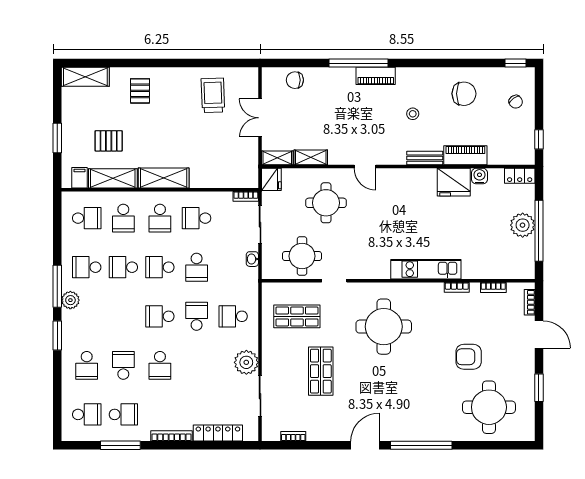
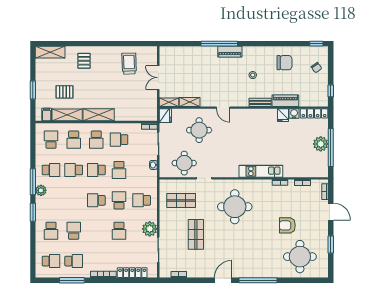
chair: (295, 80) -> (180, 54), removed
locker: (520, 176) -> (314, 113), width x1.53
fridge: (454, 182) -> (283, 115), width x0.53, depth x0.75
school desk: (87, 218) -> (51, 140), turned -90
school desk: (87, 267) -> (51, 170), turned 180
school desk: (160, 365) -> (119, 231), moved

